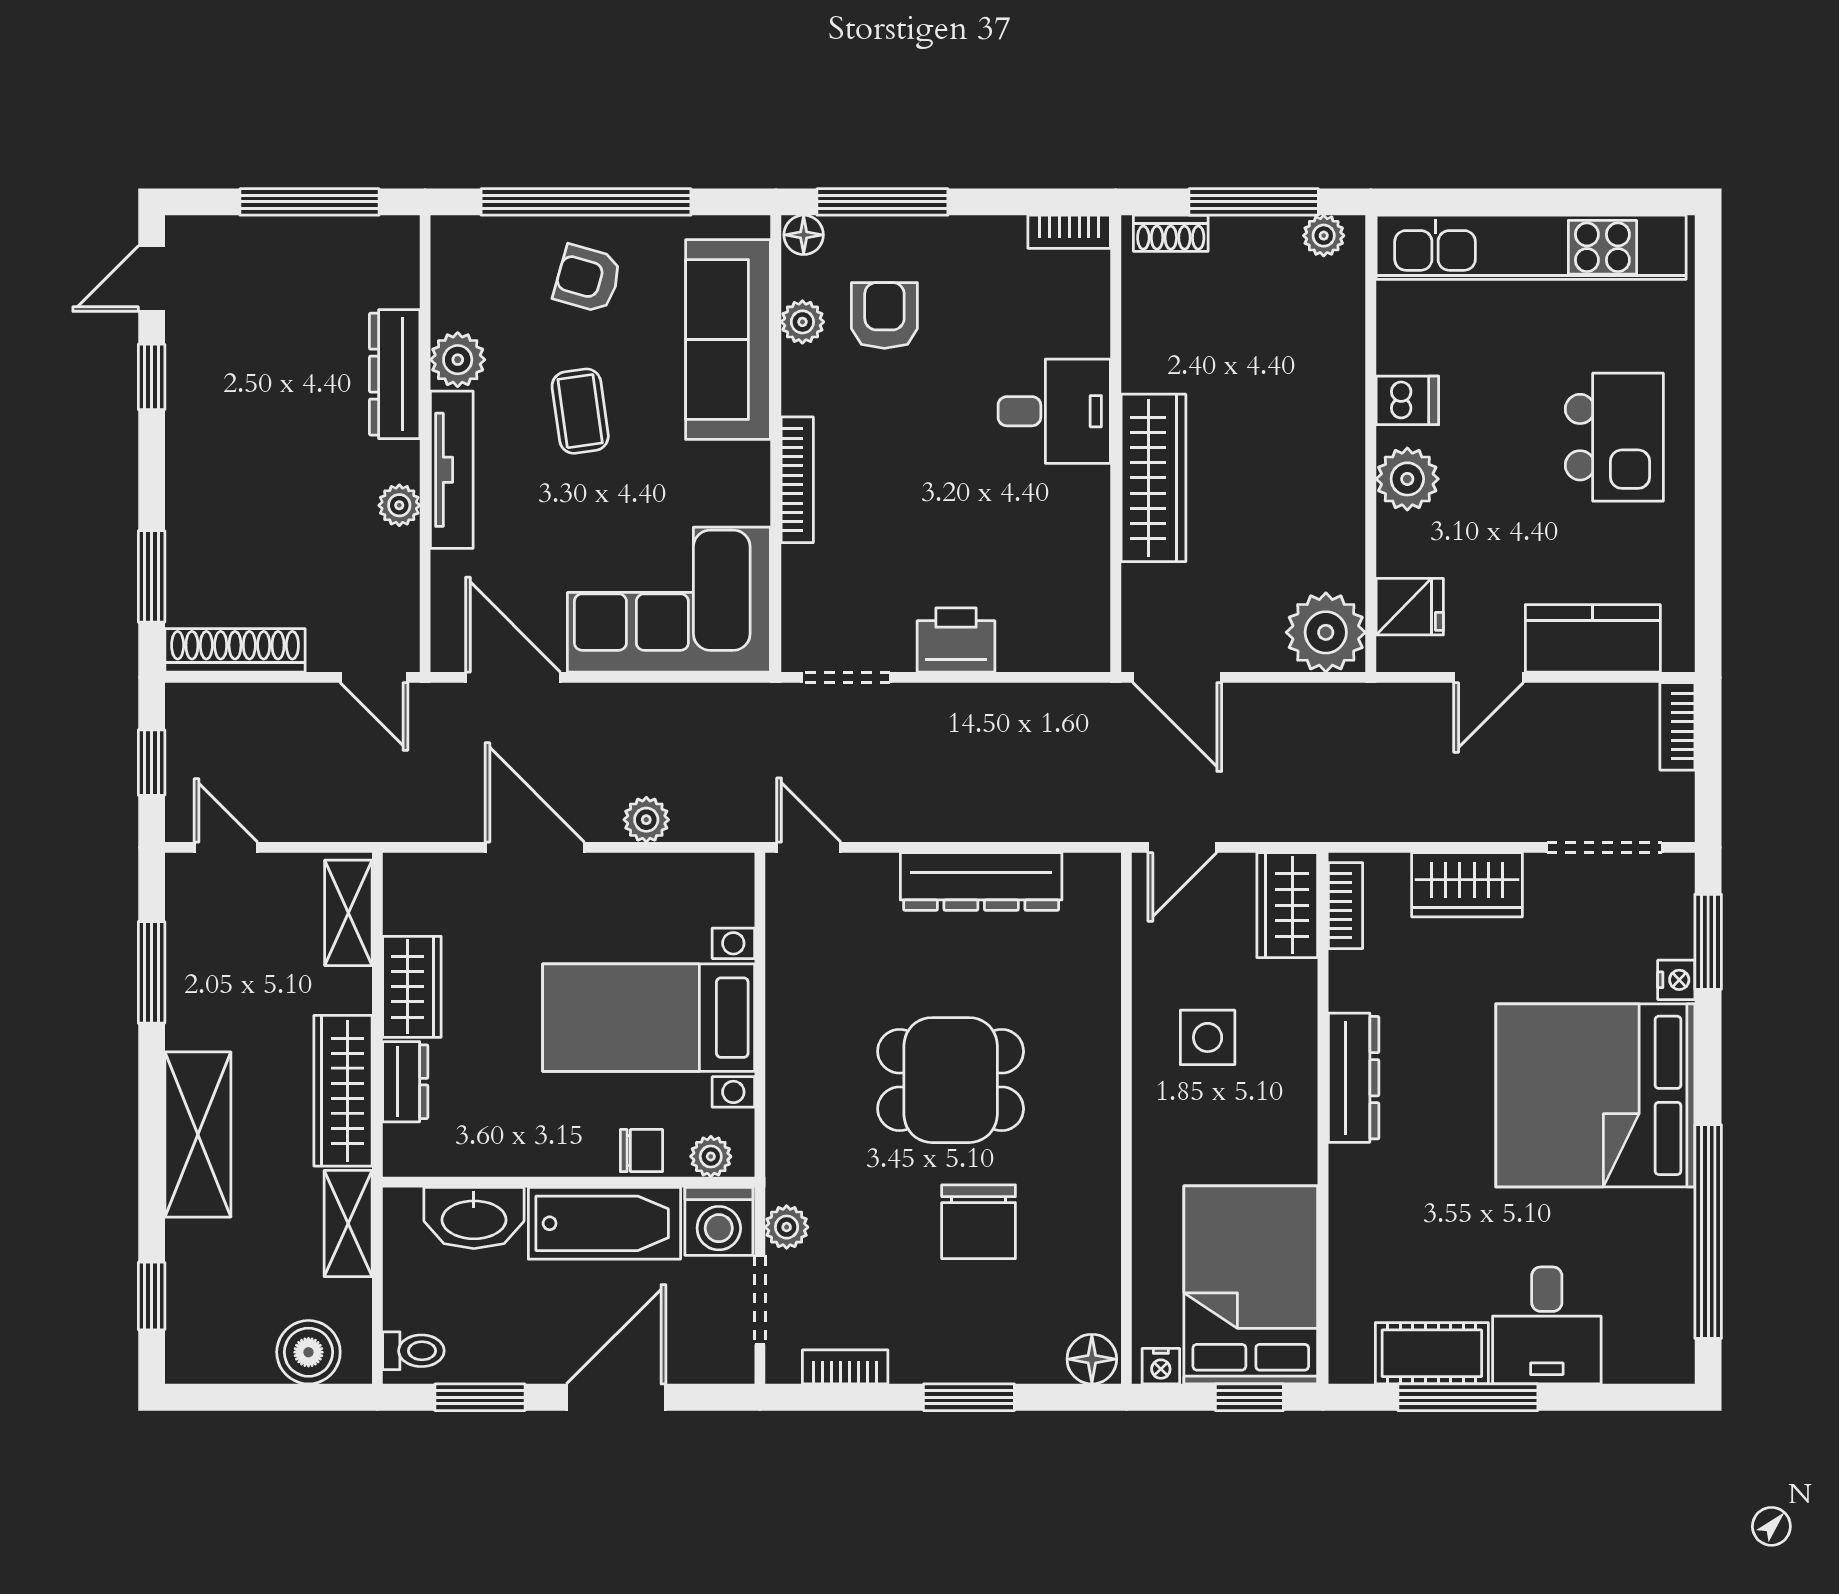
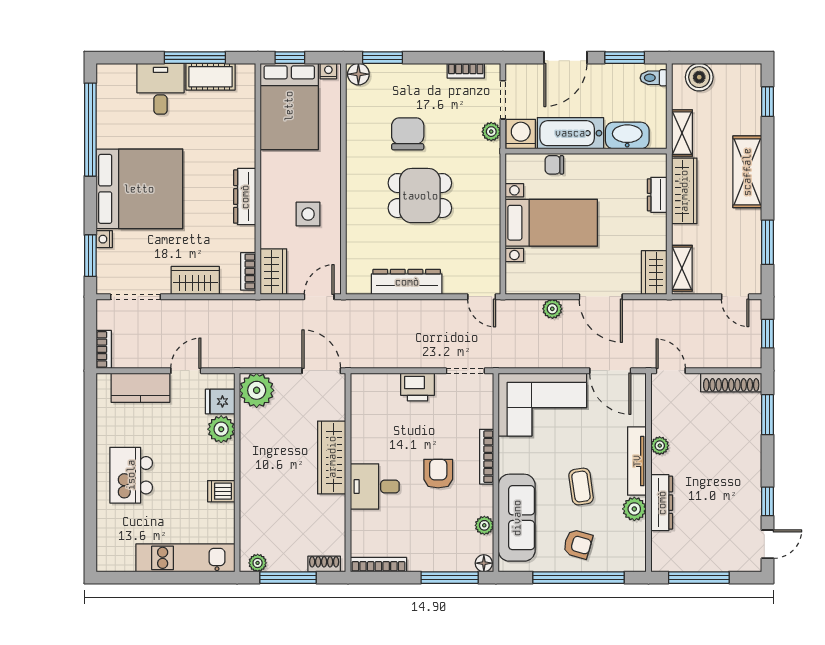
bookcase: (1069, 232) -> (378, 565), width x1.56
kitchen unit: (1531, 247) -> (185, 558), width x0.73
armchair: (884, 315) -> (438, 474), moved, turned 180
plant: (1407, 479) -> (221, 429), moved
wardrobe: (412, 987) -> (654, 272), moved
plant: (711, 1156) -> (524, 162), removed
window: (969, 1397) -> (383, 58), moved

